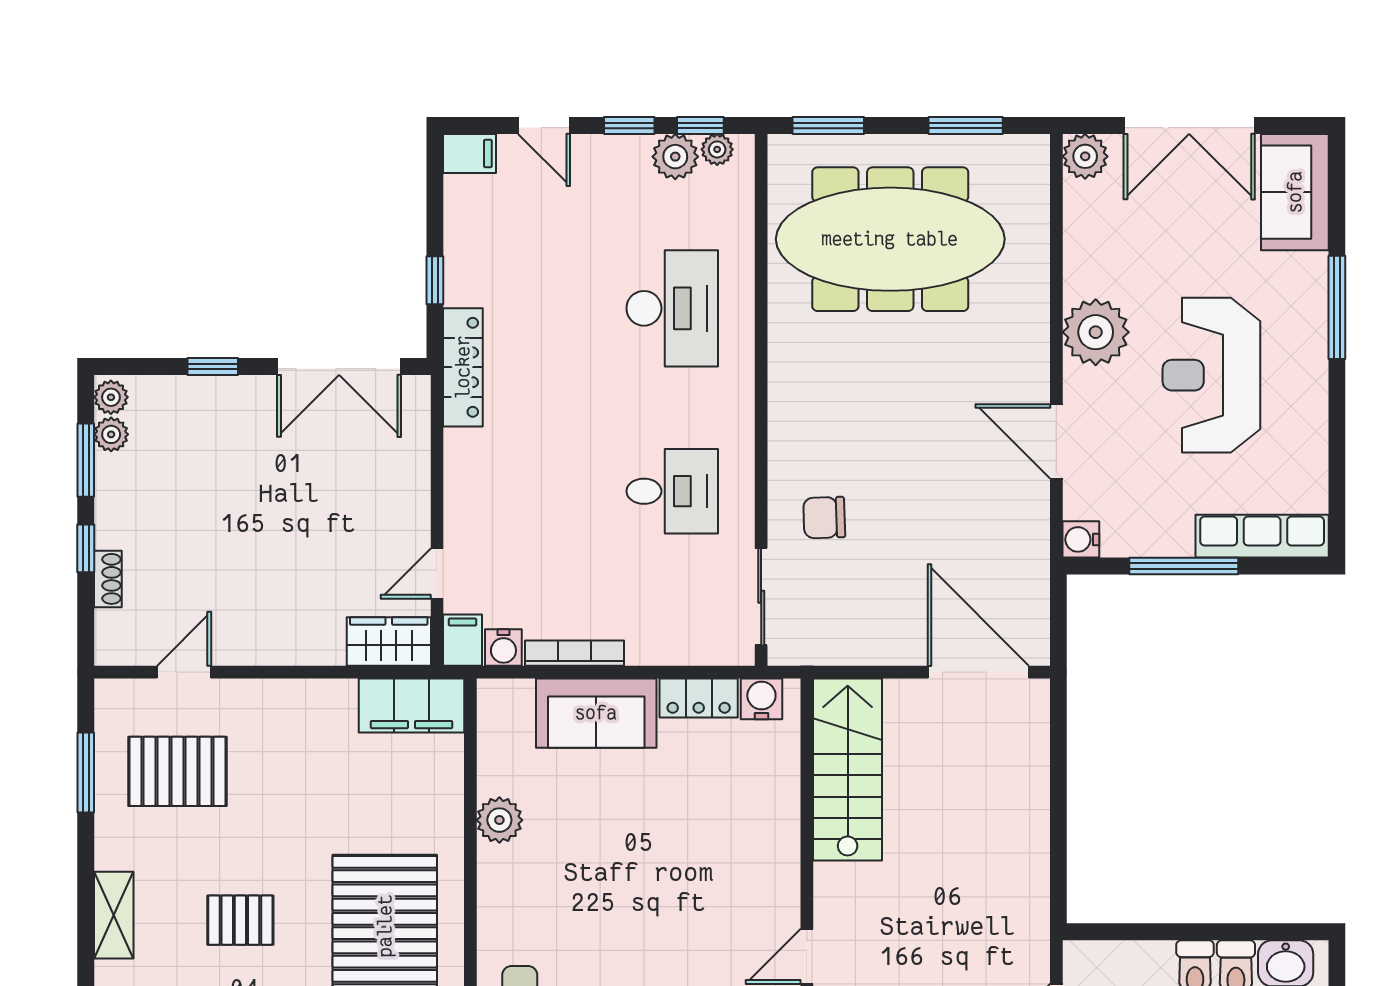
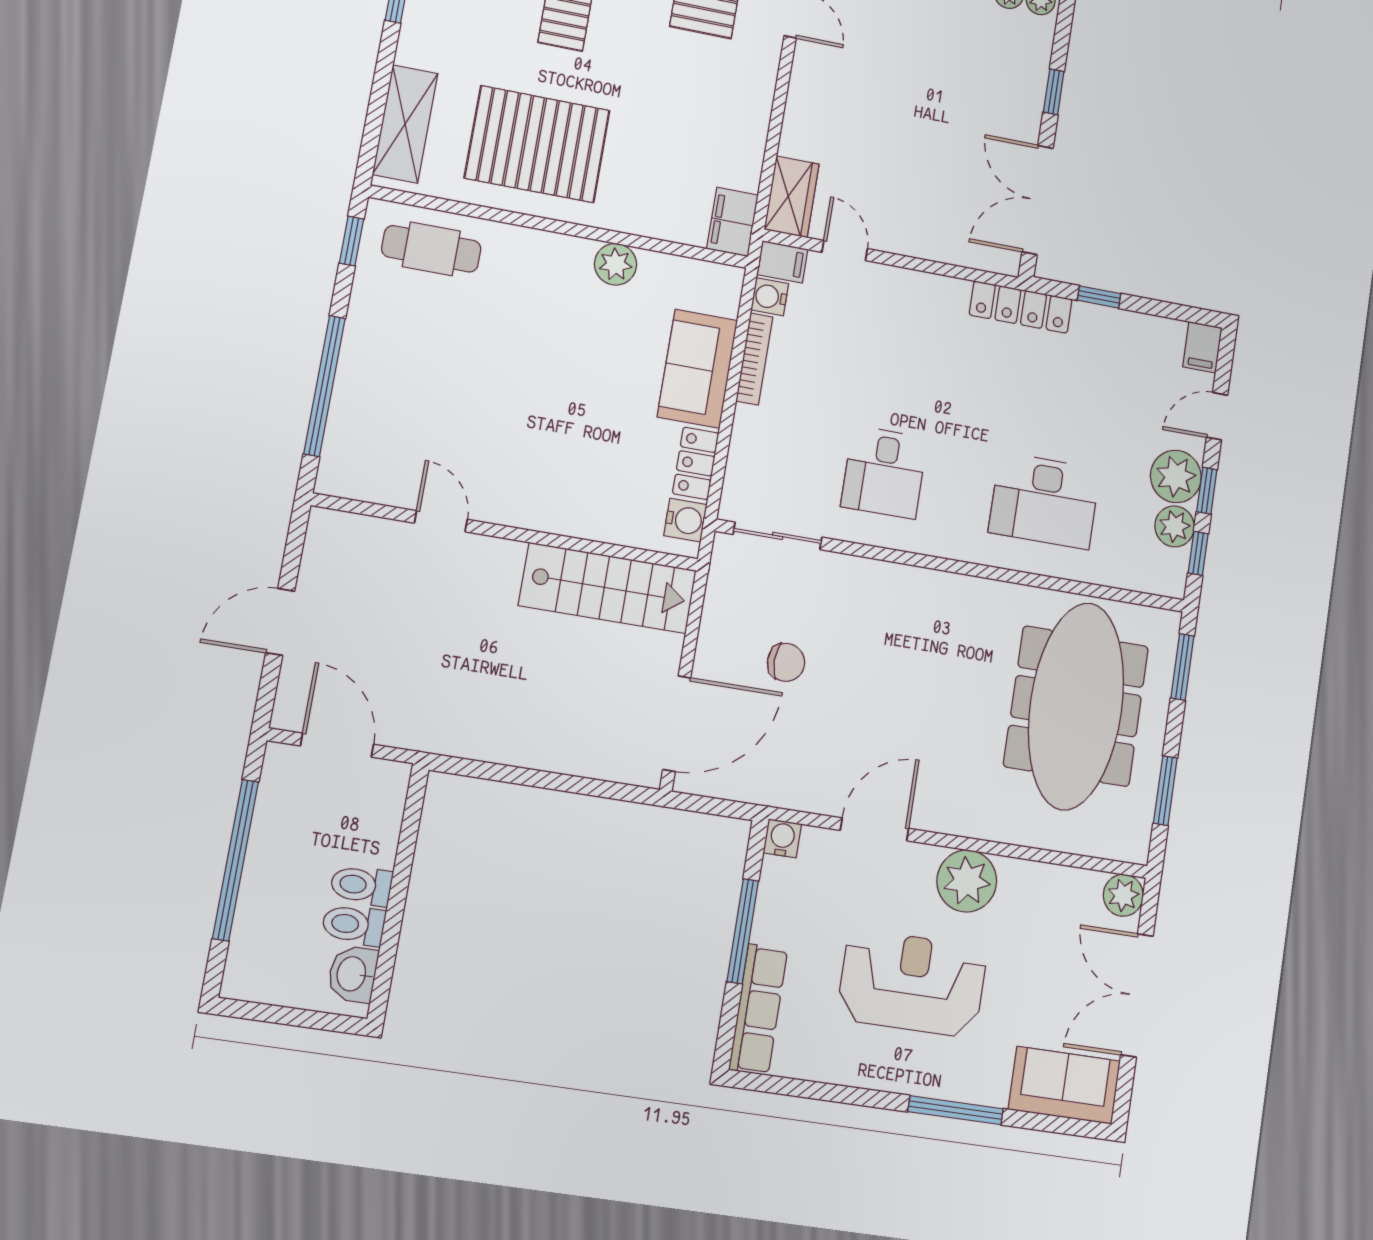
plant: (717, 149) -> (1176, 476), moved, width x1.87, depth x1.87
chair: (824, 518) -> (786, 662), moved, turned 92
filing cabinet: (411, 705) -> (732, 222), width x0.67, depth x0.86

